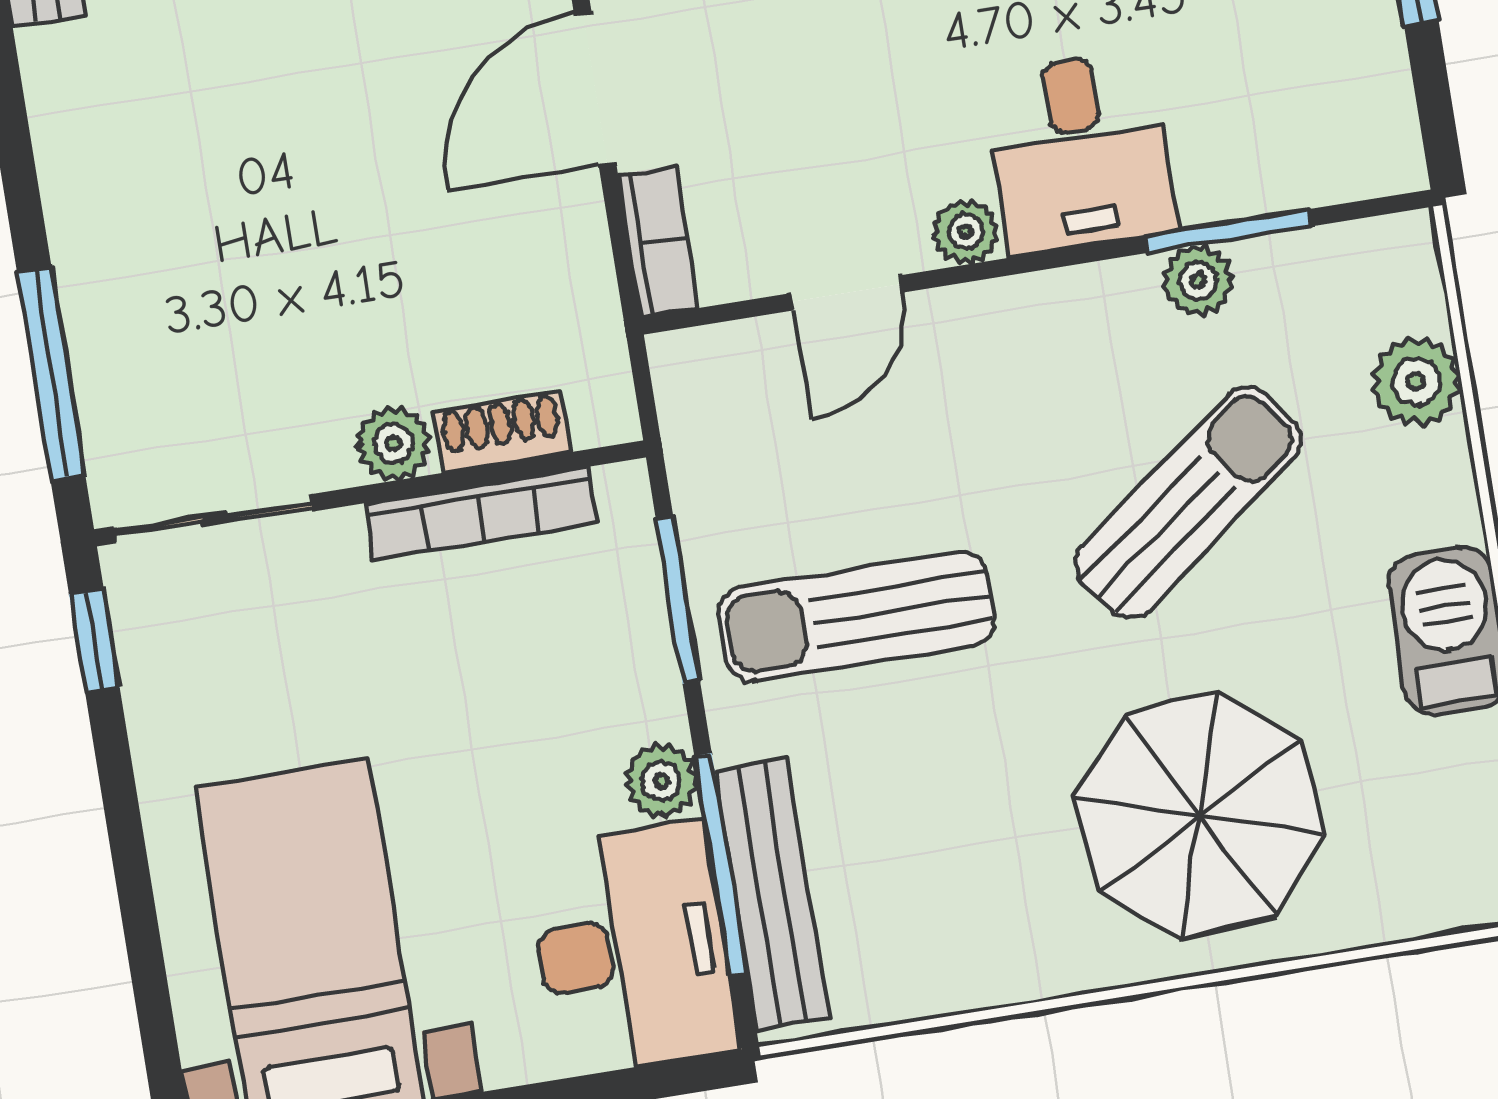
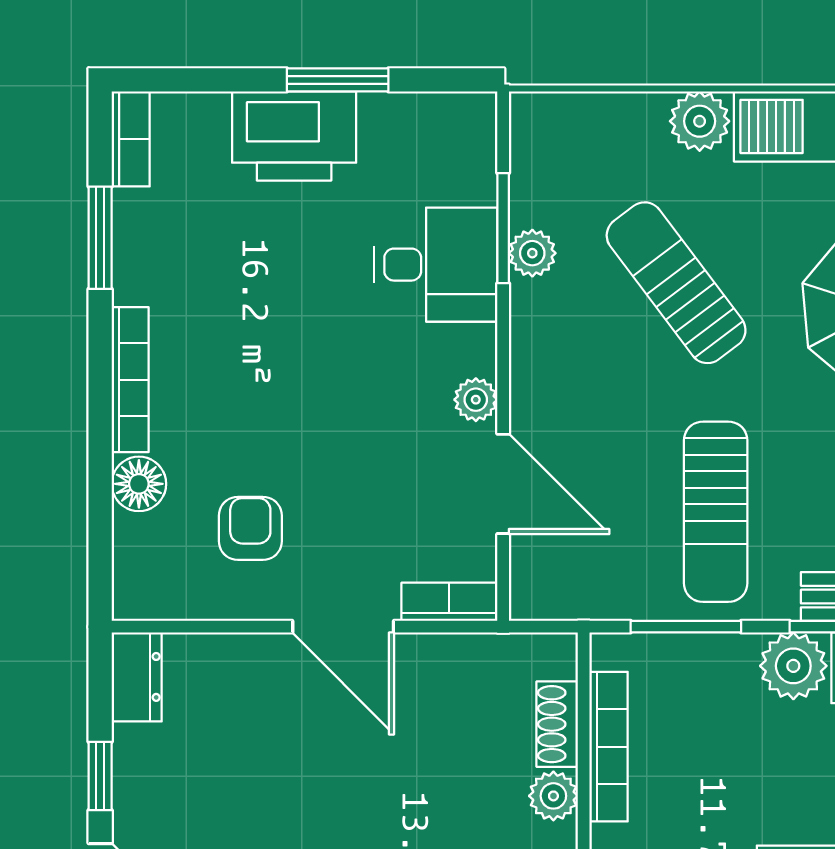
desk: (1080, 152) -> (436, 265), moved
door: (847, 293) -> (503, 484), width x1.37
plant: (1416, 381) -> (700, 121), moved
plant: (661, 781) -> (793, 666), width x1.38, depth x1.38

